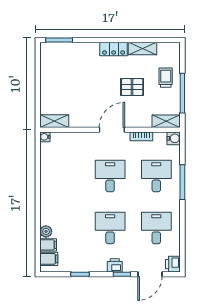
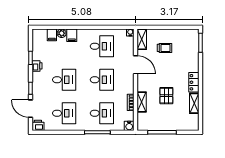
trolley: (166, 78) -> (164, 48), moved
shelving: (166, 121) -> (142, 102), moved
door: (112, 130) -> (135, 65), moved
desk: (64, 176) -> (102, 46), added
filing cabinet: (49, 259) -> (72, 35), moved
printer: (115, 265) -> (37, 66), moved

